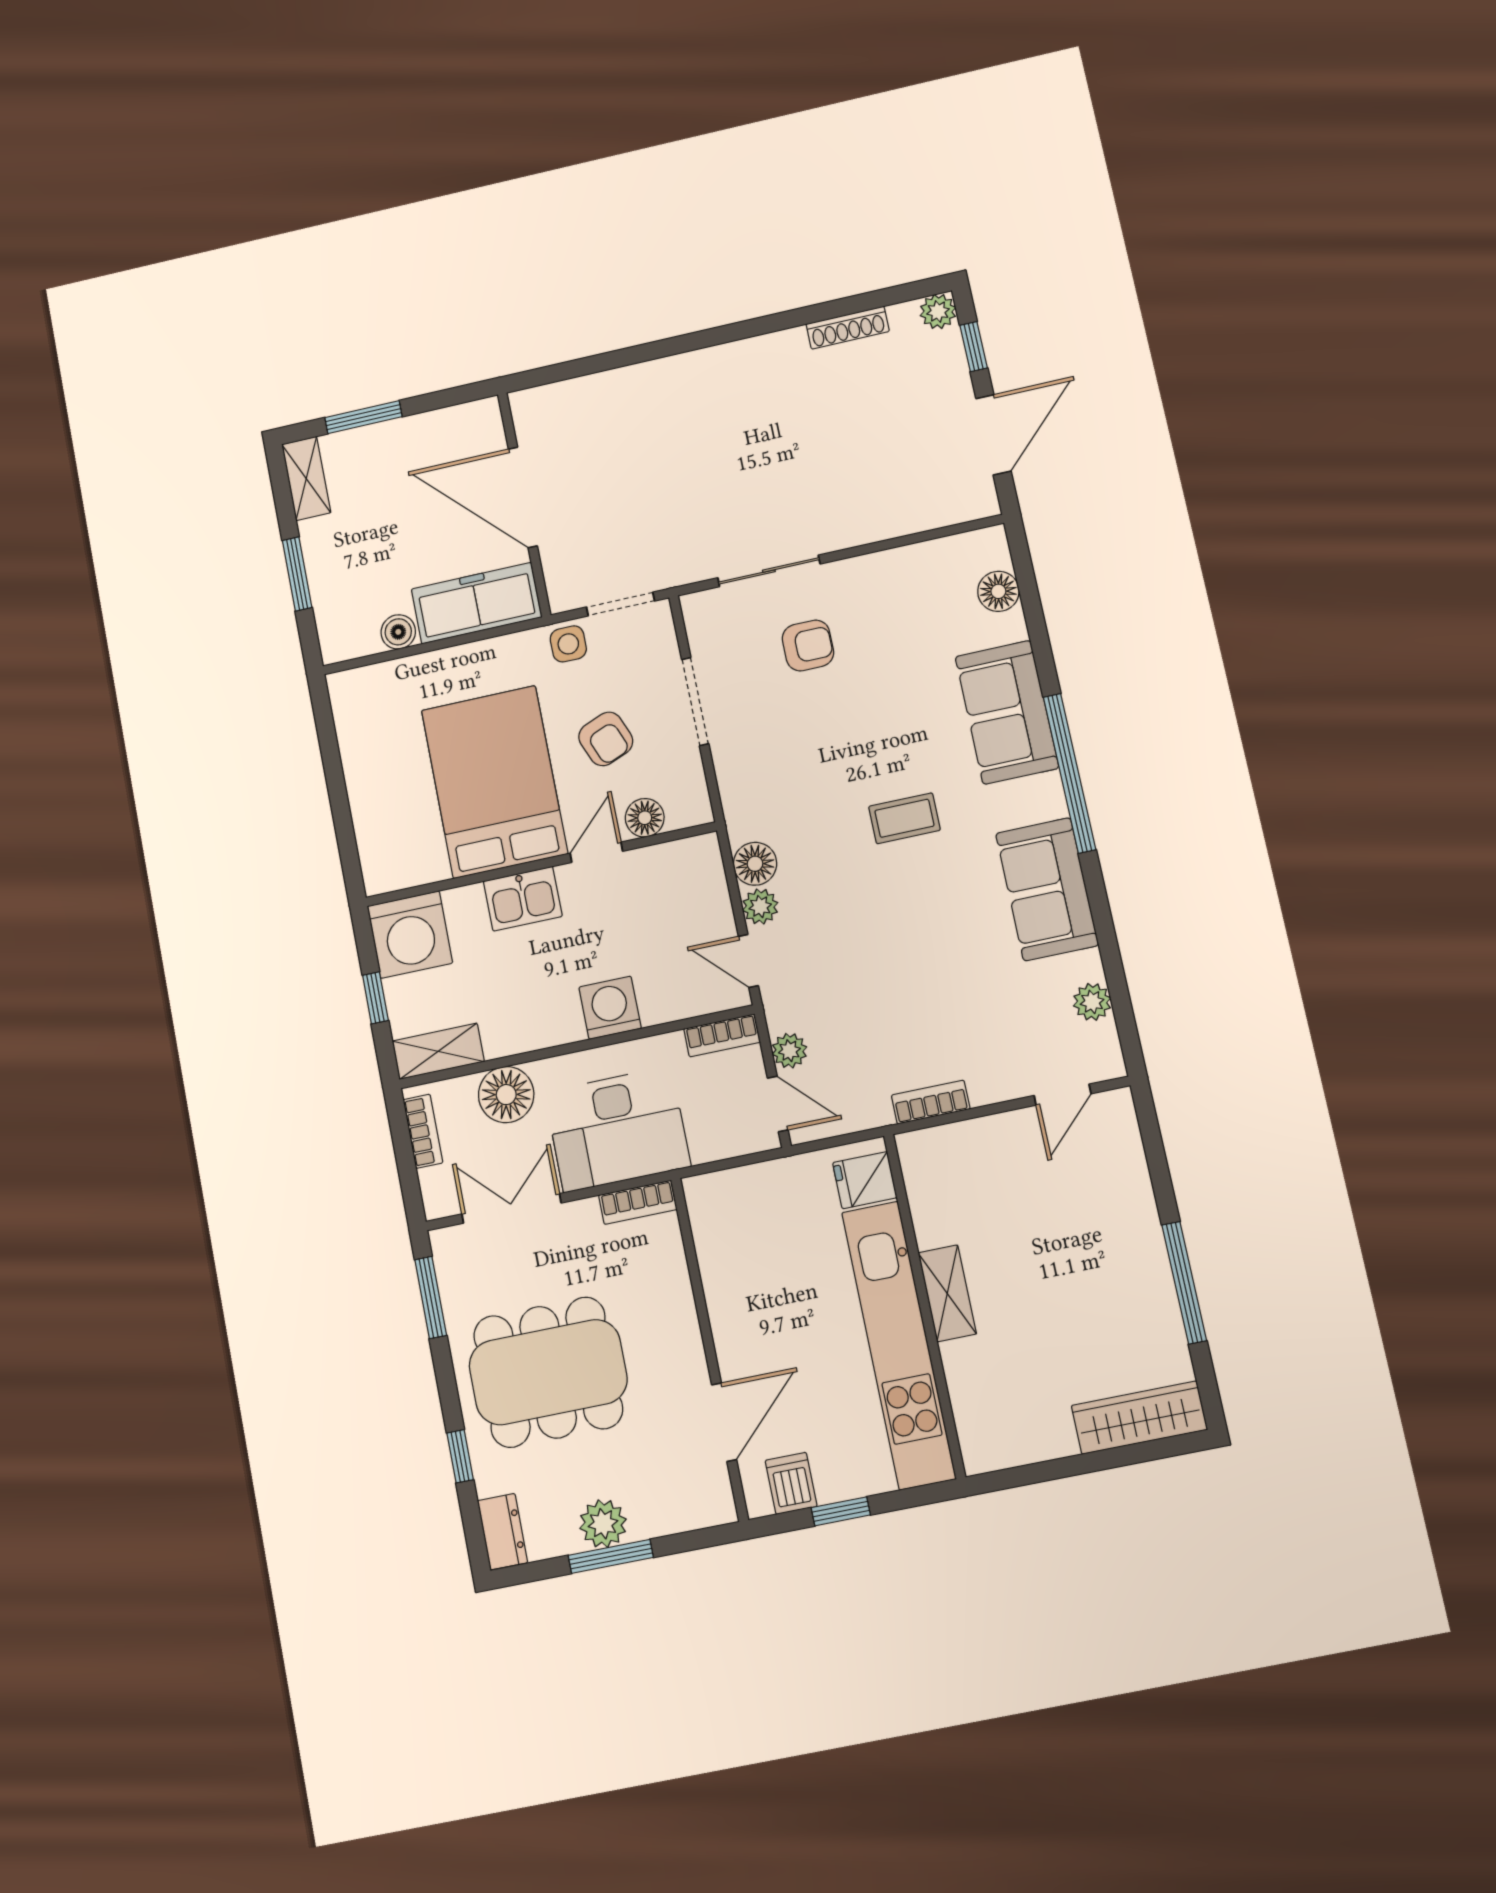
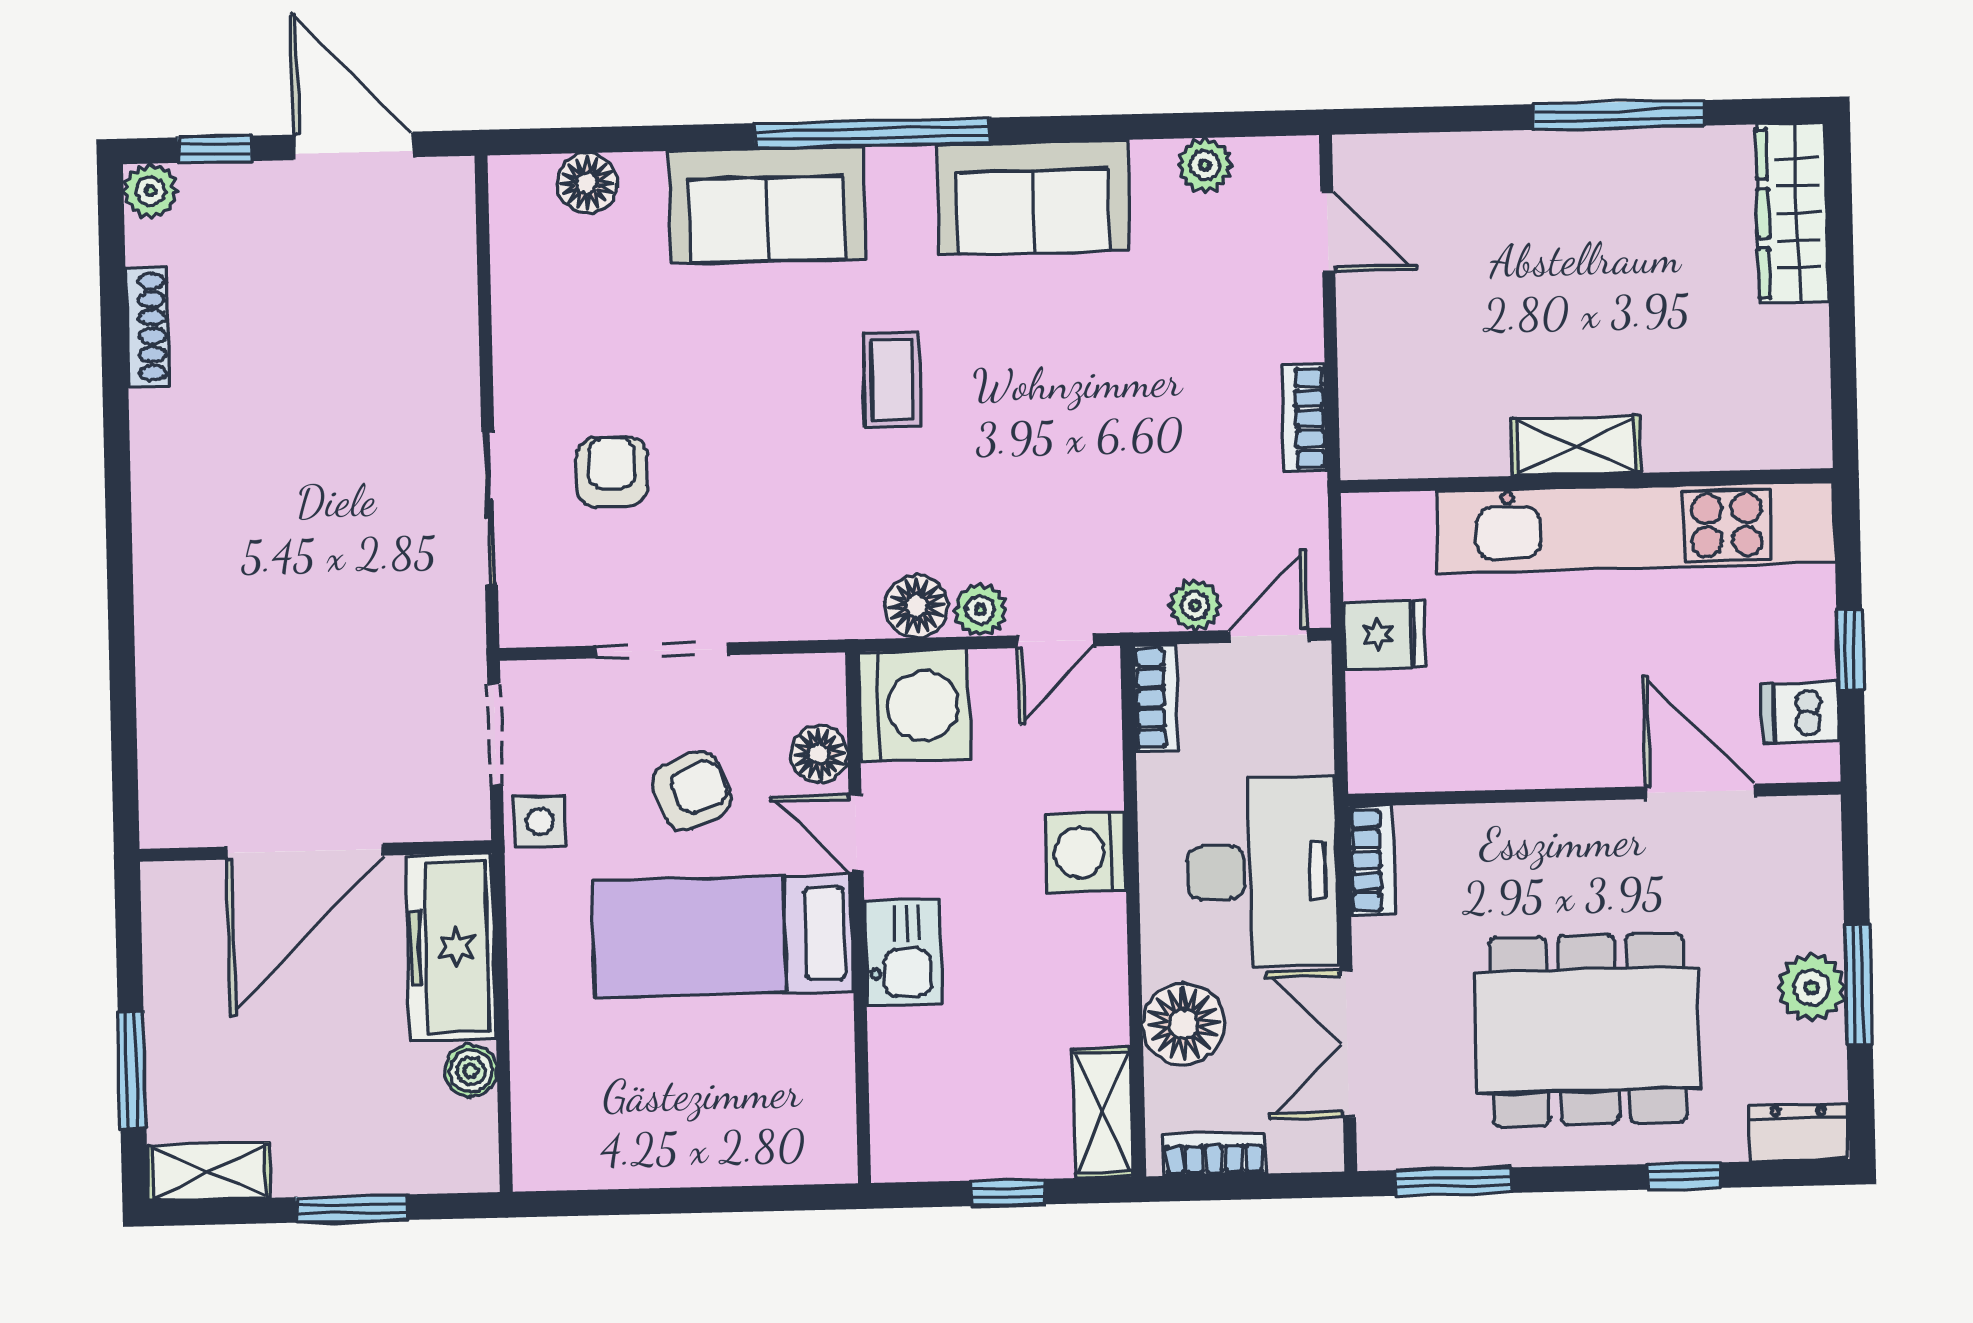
bed: (494, 782) -> (723, 936), width x0.67
washing machine: (410, 935) -> (914, 706), moved
fridge: (865, 1180) -> (1384, 635), moved, turned -90
dining table: (548, 1372) -> (1588, 1030), turned 90

